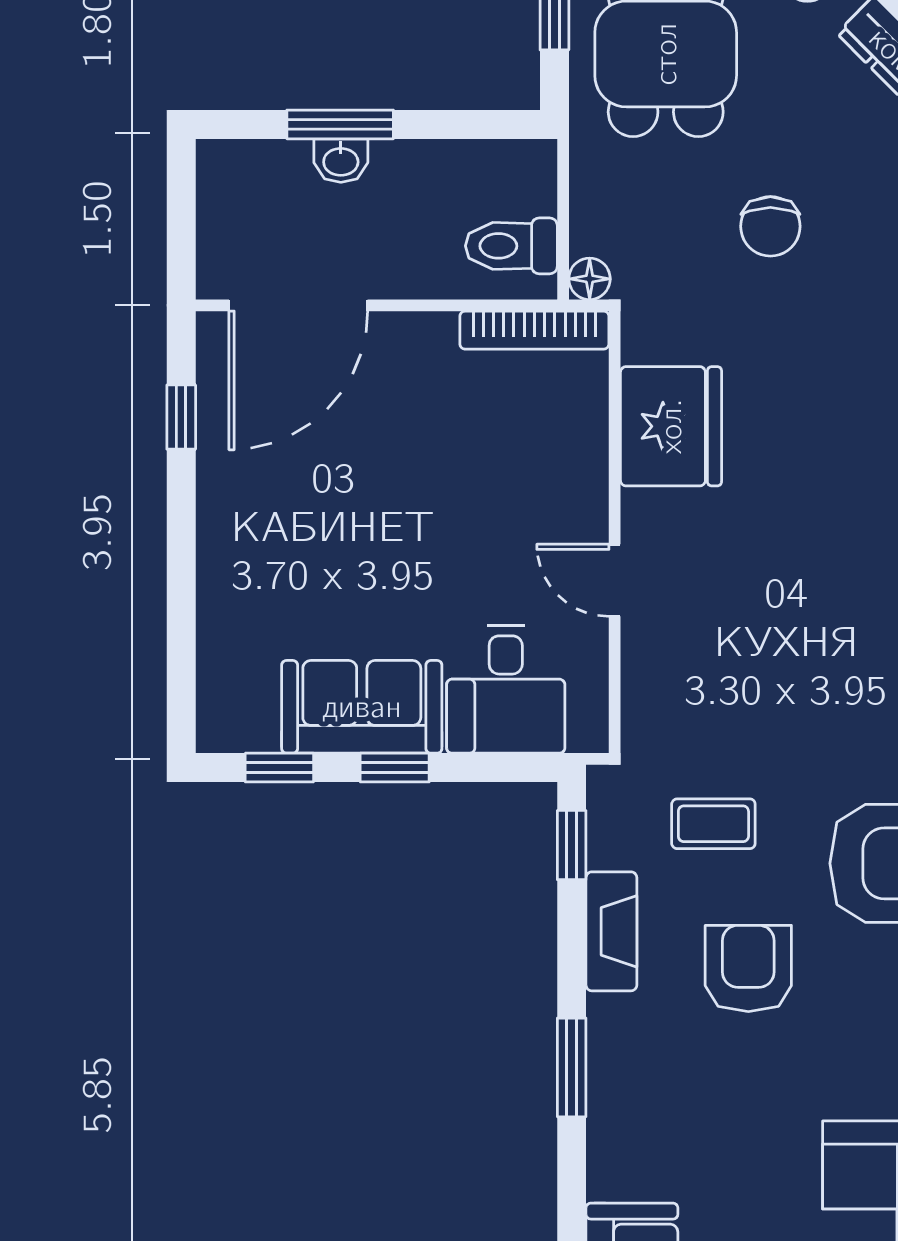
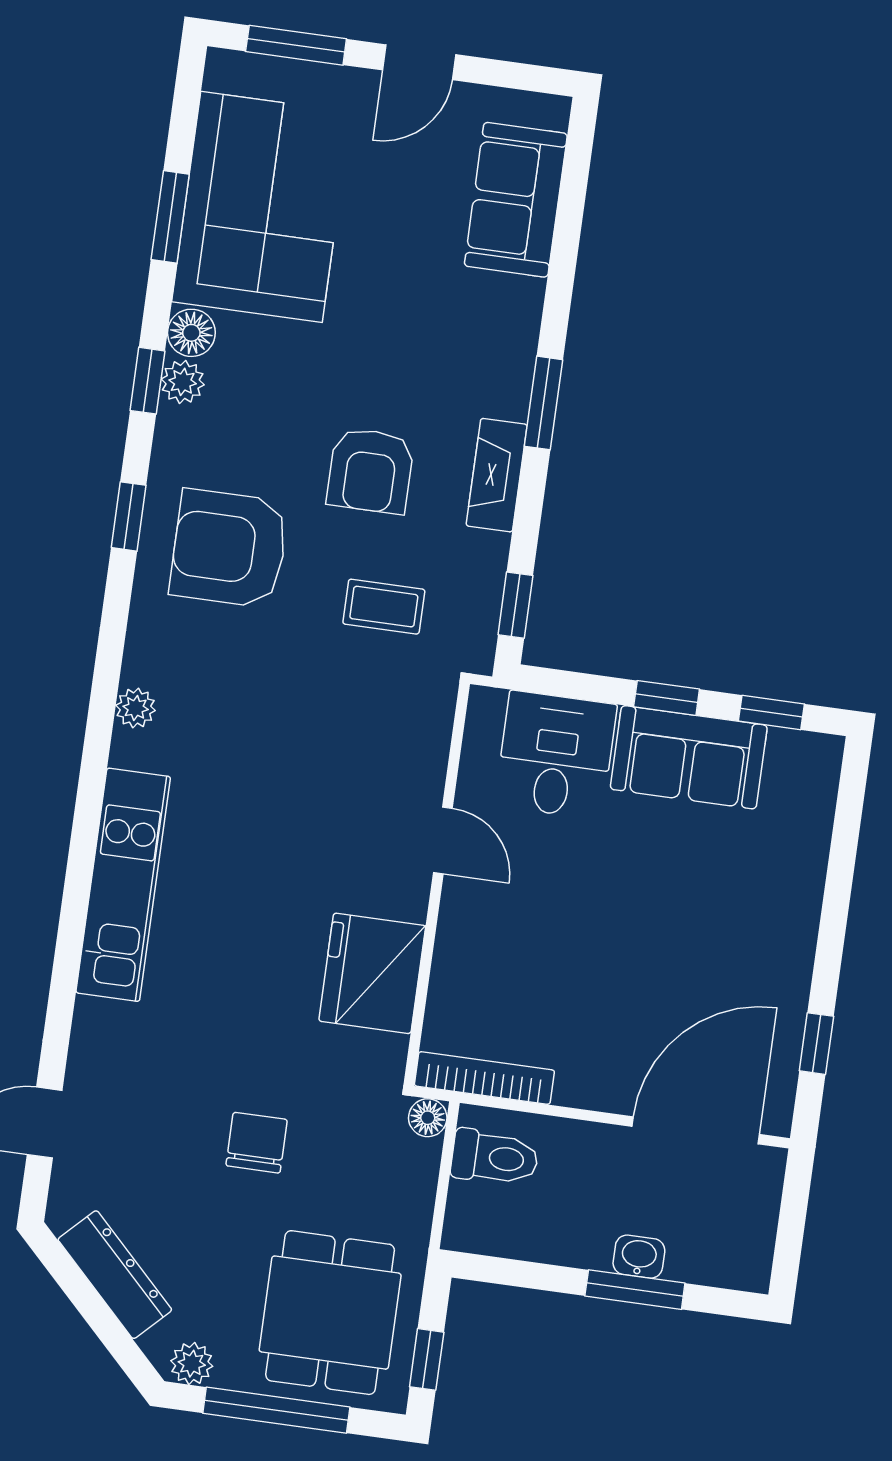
fireplace: (611, 931) -> (497, 475), moved

